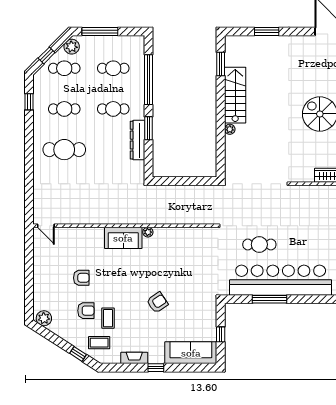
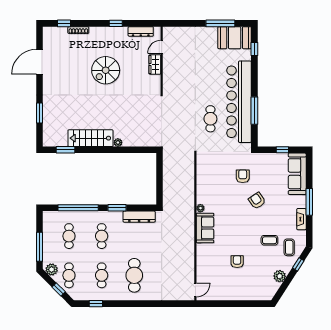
dresser: (137, 140) -> (139, 217), moved
armchair: (86, 311) -> (243, 176), moved
plant: (44, 318) -> (280, 276), moved
window: (156, 368) -> (309, 202), width x2.17

